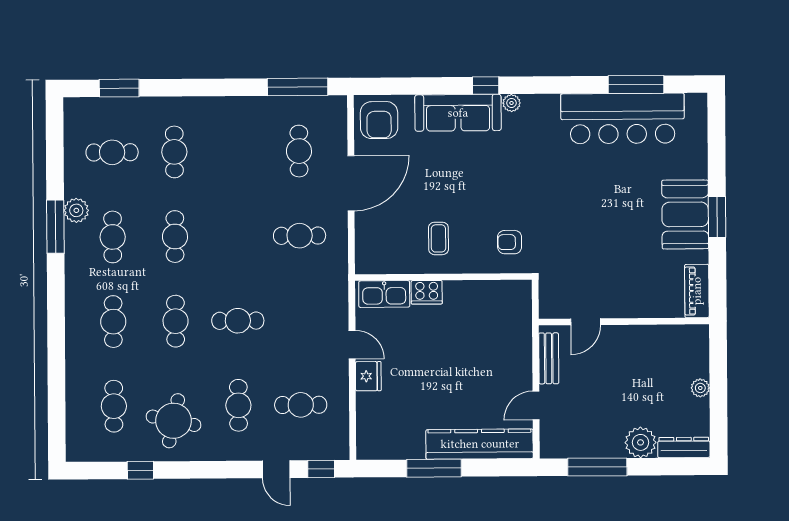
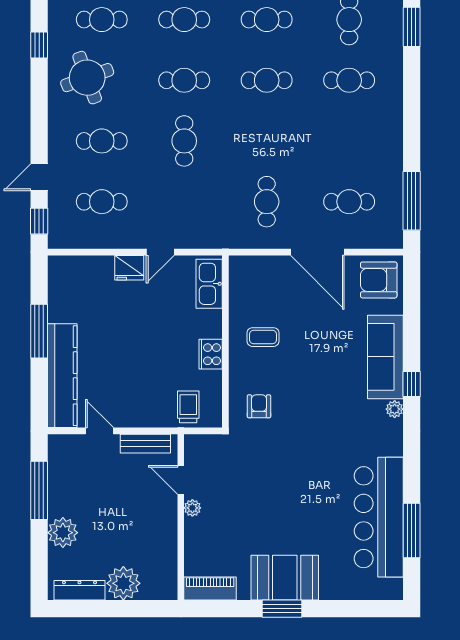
cooker: (427, 292) -> (211, 354), moved
plant: (614, 310) -> (192, 508), added
trolley: (511, 315) -> (188, 407), added
plant: (700, 388) -> (123, 583), width x1.88, depth x1.88
cafe table: (301, 405) -> (102, 202), turned 90
round table: (174, 421) -> (87, 78), turned -32
dresser: (684, 447) -> (79, 590), moved, turned -90

